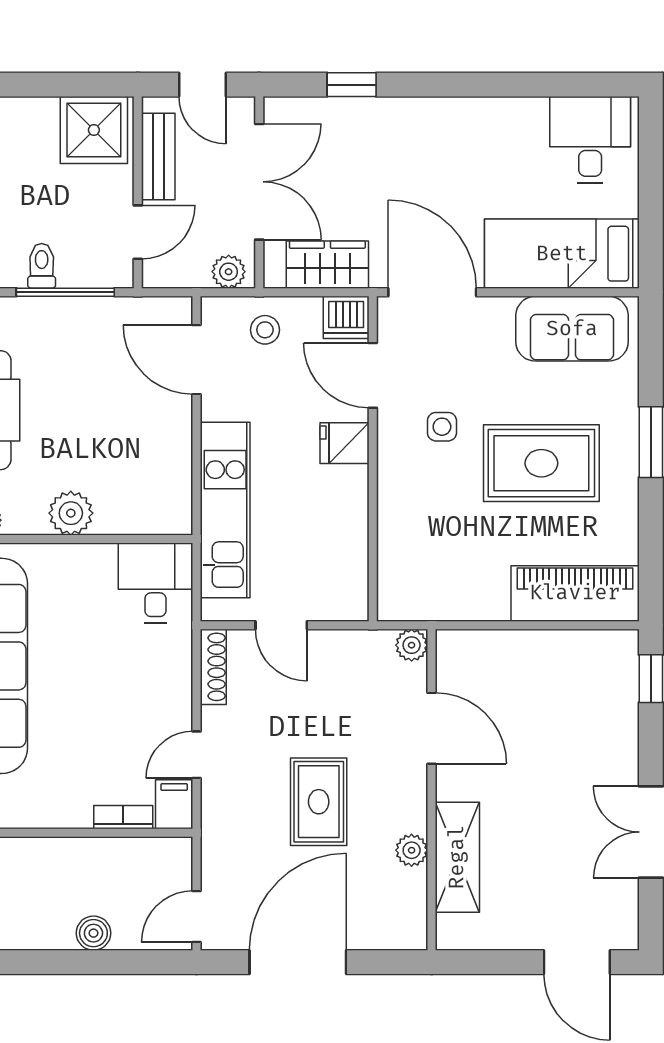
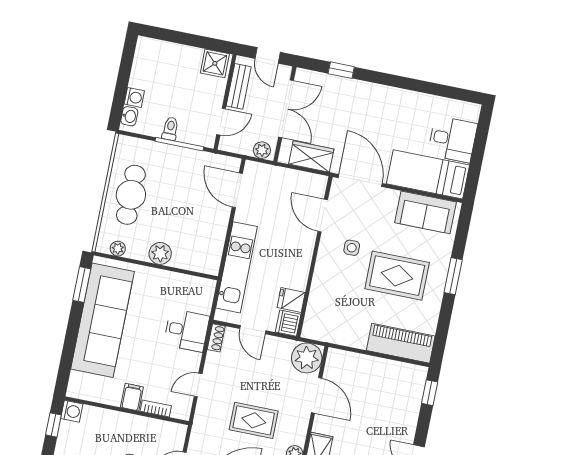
shower: (94, 130) -> (215, 63), width x0.73, depth x0.73
desk: (590, 140) -> (452, 139), moved, turned 90
dishwasher: (346, 317) -> (288, 323), moved, turned 90
stool: (265, 330) -> (274, 182), removed
fridge: (344, 443) -> (291, 300), moved
desk: (155, 583) -> (187, 330), moved, turned 90
plant: (412, 645) -> (307, 358), width x1.88, depth x1.88
shoe rack: (213, 667) -> (216, 338), width x0.70
rug: (319, 802) -> (254, 420), turned 90
filing cabinet: (174, 804) -> (132, 397), moved

